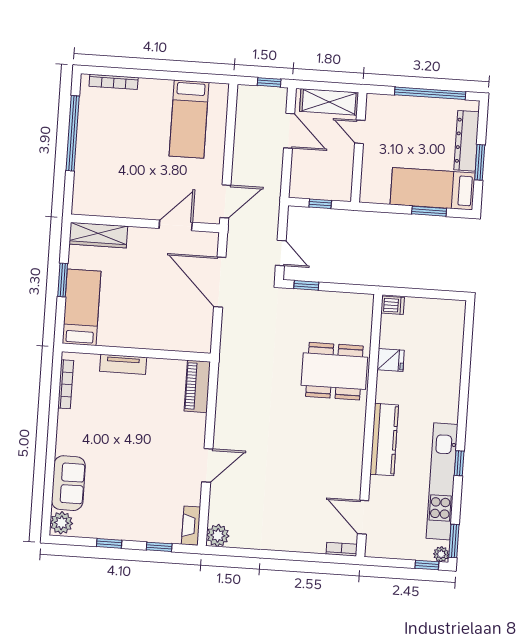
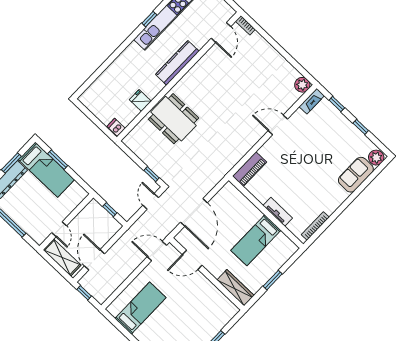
bed: (82, 307) -> (256, 240), moved

